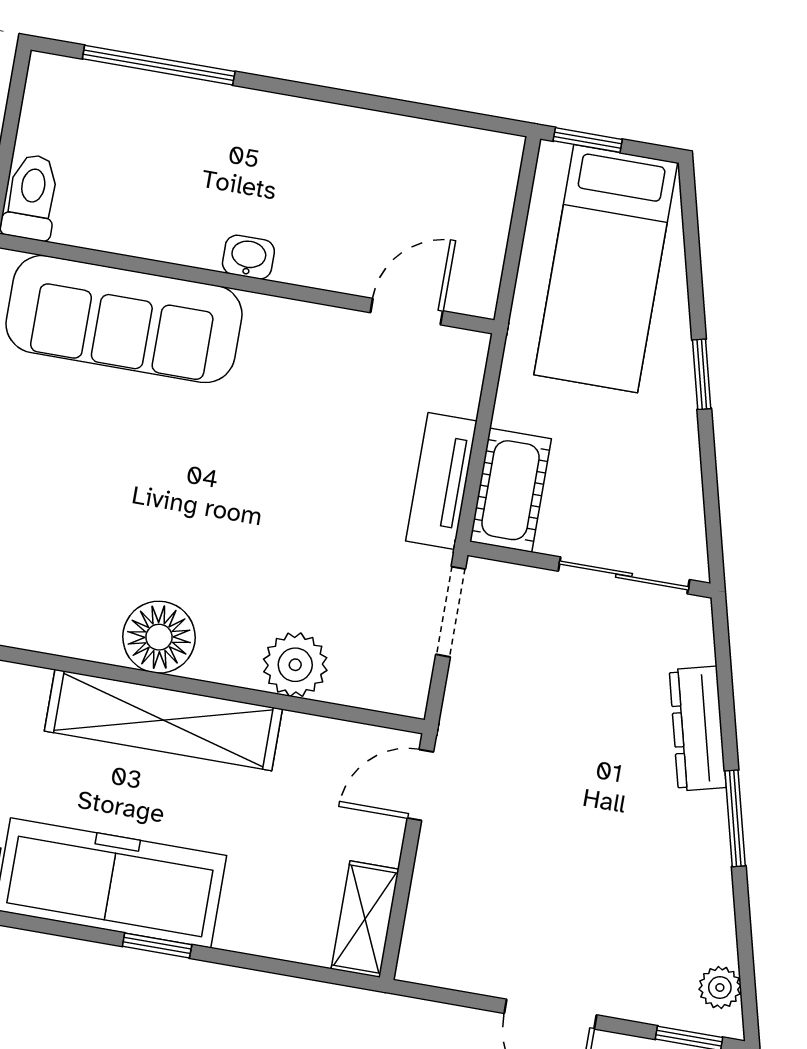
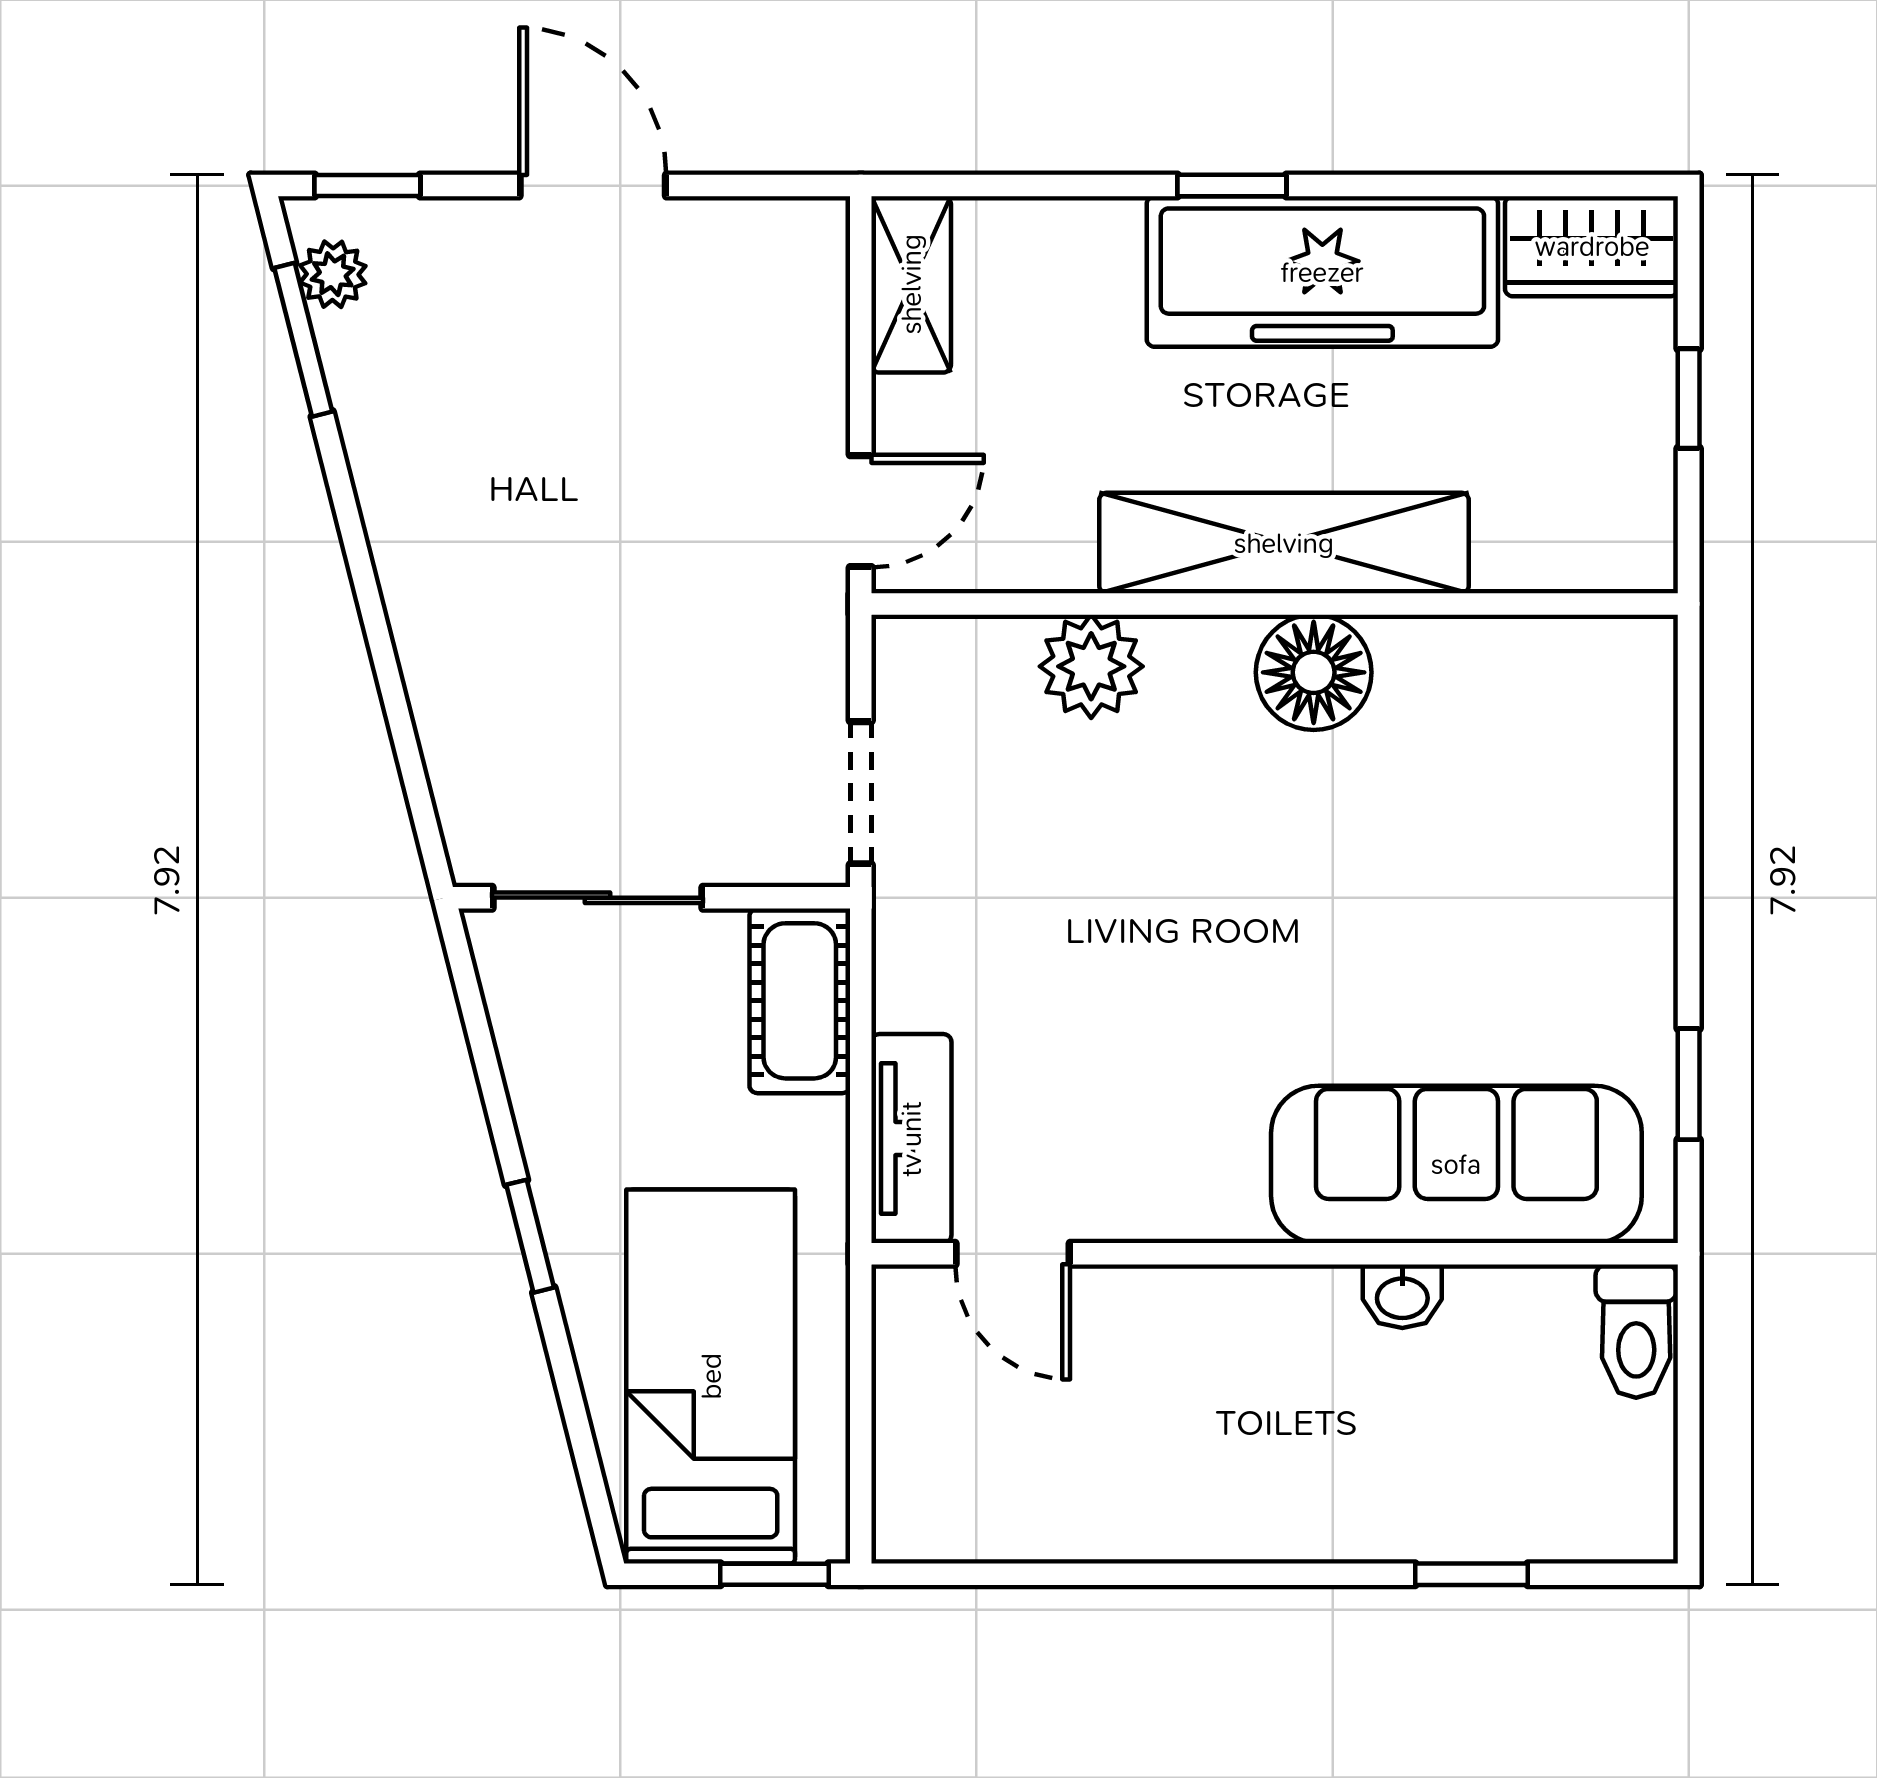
window: (159, 65) -> (1472, 1574), width x0.46
washbasin: (248, 257) -> (1402, 1296), moved
door: (407, 312) -> (1013, 1254), hinge flipped
tv unit: (441, 481) -> (911, 1139), moved
dresser: (698, 728) -> (439, 677), removed
window: (735, 818) -> (303, 340), moved

